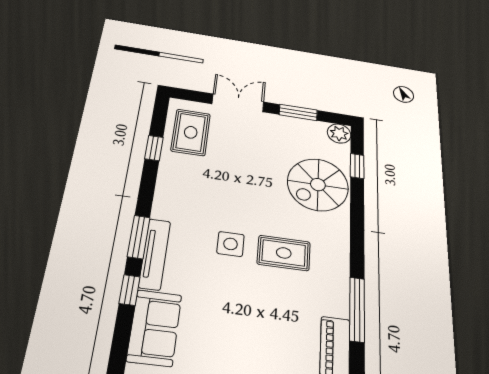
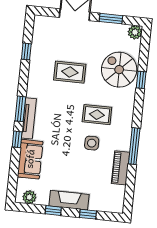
rug: (191, 132) -> (70, 72), moved, turned 90
window: (357, 166) -> (141, 80), moved
spiral stairs: (318, 185) -> (119, 70), turned 90
side table: (231, 244) -> (92, 143), moved

